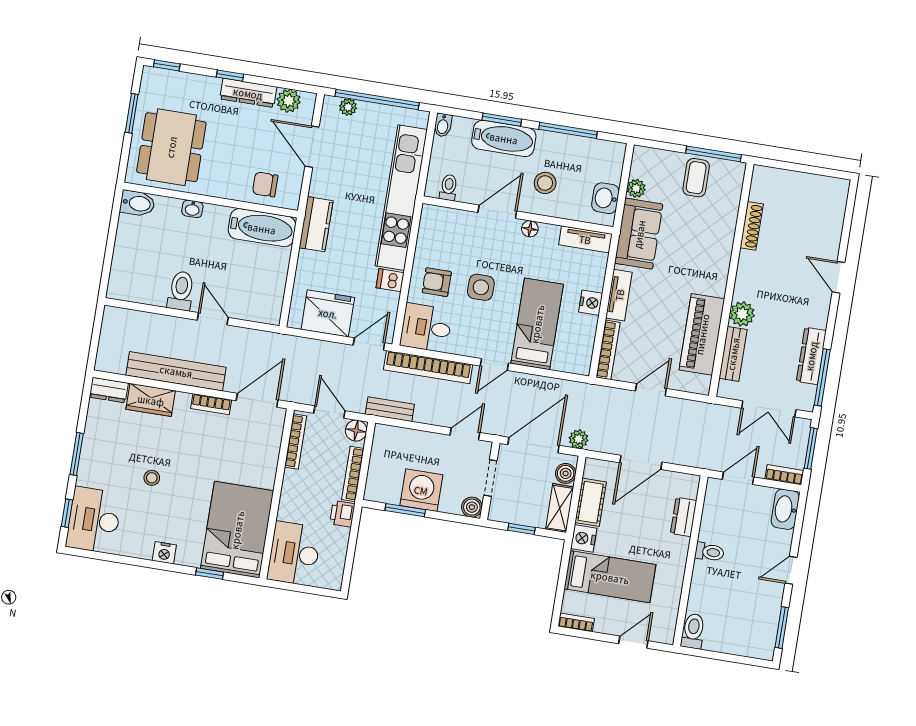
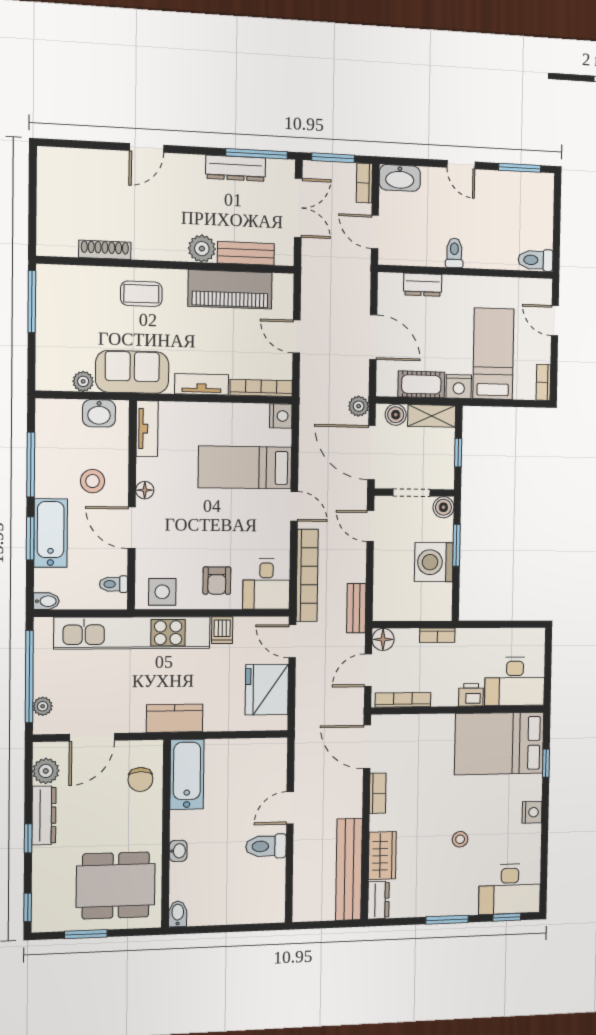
coffee table: (696, 178) -> (141, 294), moved
bidet: (137, 203) -> (178, 914), width x0.72, depth x0.74
side table: (481, 287) -> (162, 592), moved
nightstand: (591, 303) -> (281, 416), moved, turned 90
bench: (176, 371) -> (349, 869), moved
bookcase: (353, 474) -> (437, 635), width x0.64
window: (405, 510) -> (457, 545), moved
printer: (342, 514) -> (471, 695), moved, turned 180

